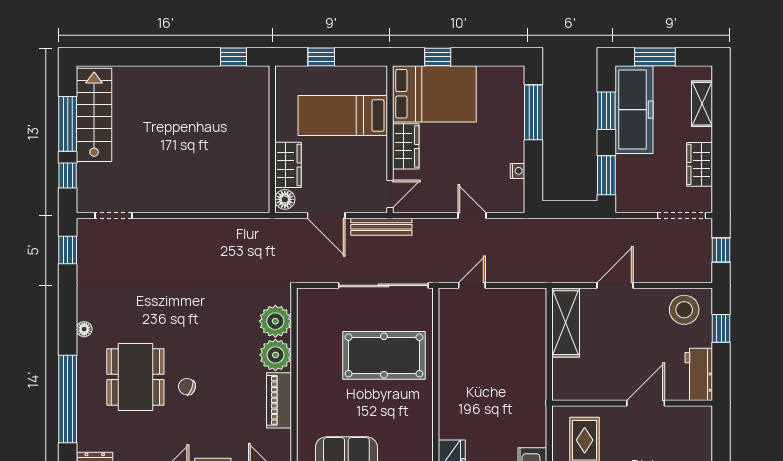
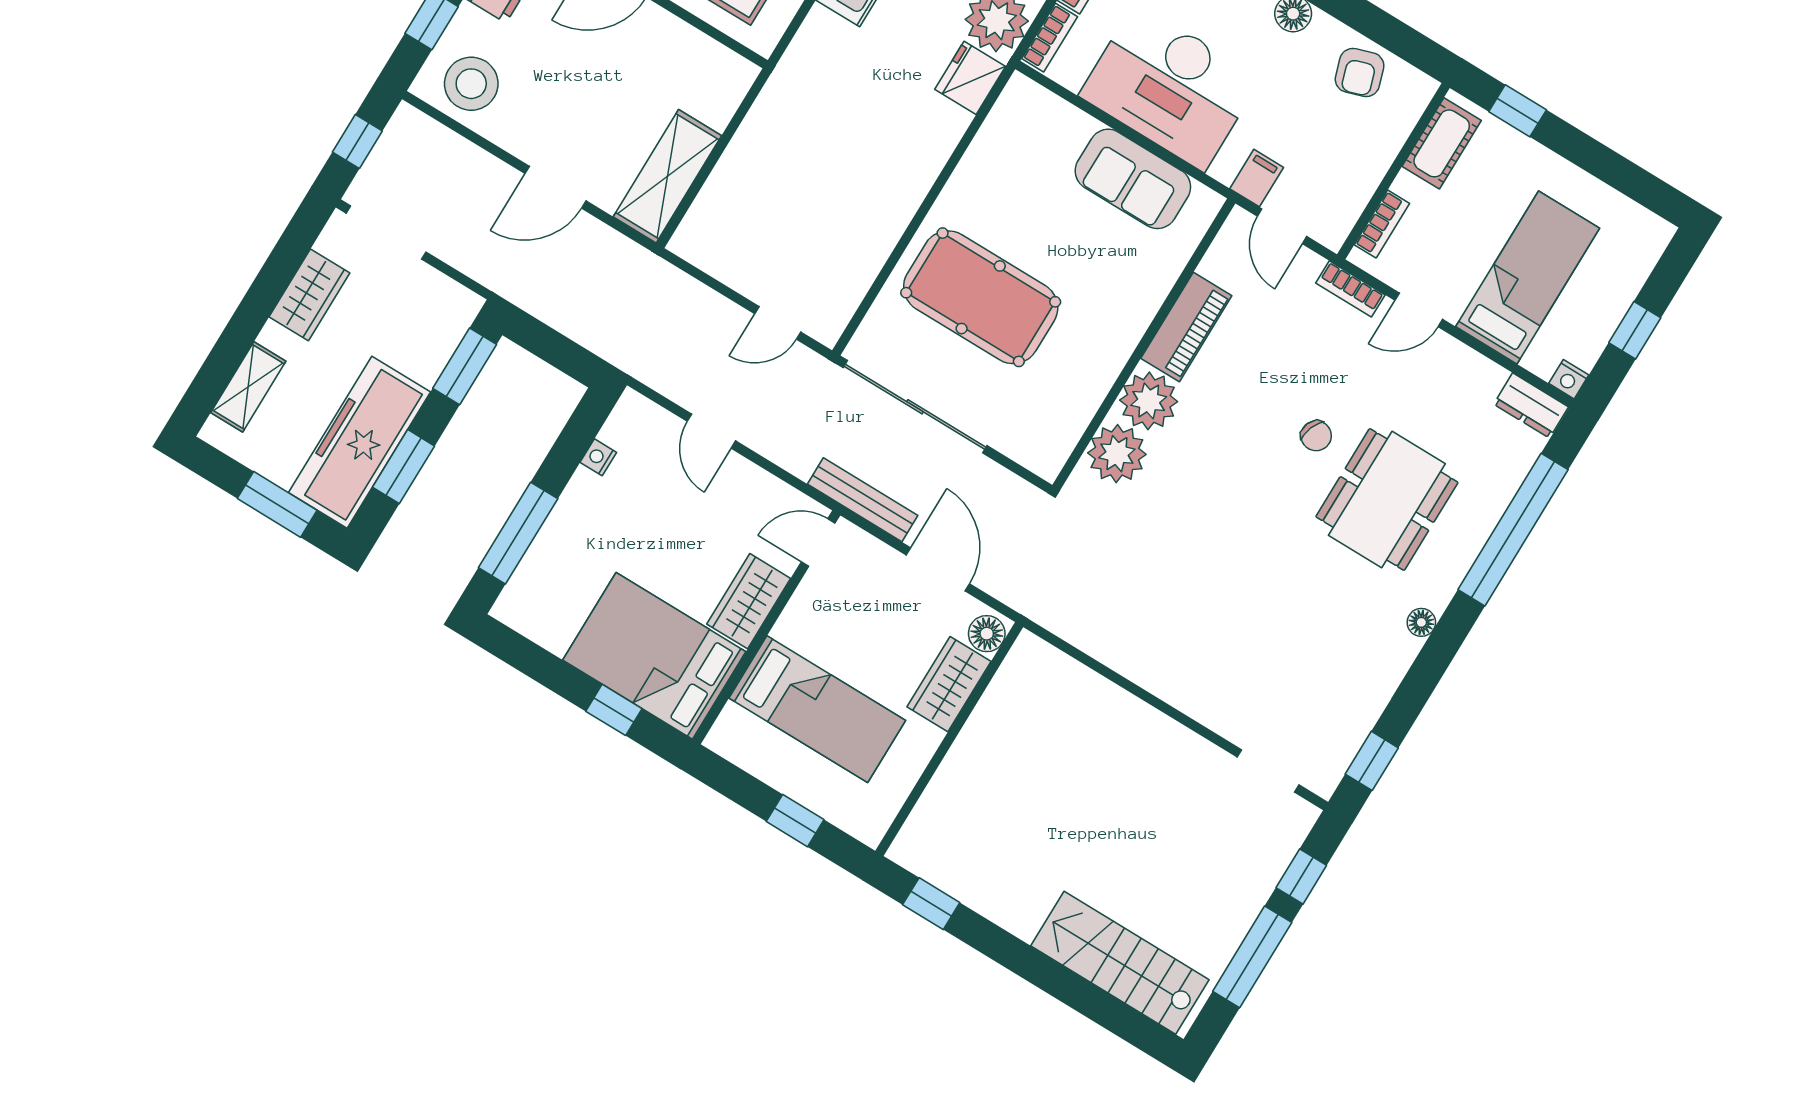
stairs: (94, 115) -> (1120, 963), moved, turned 90

